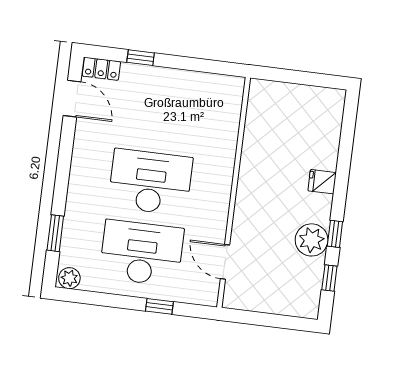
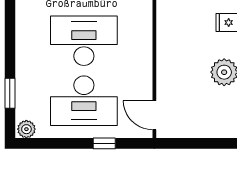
desk: (142, 253) -> (84, 101), turned 180
door: (225, 262) -> (154, 115), moved

